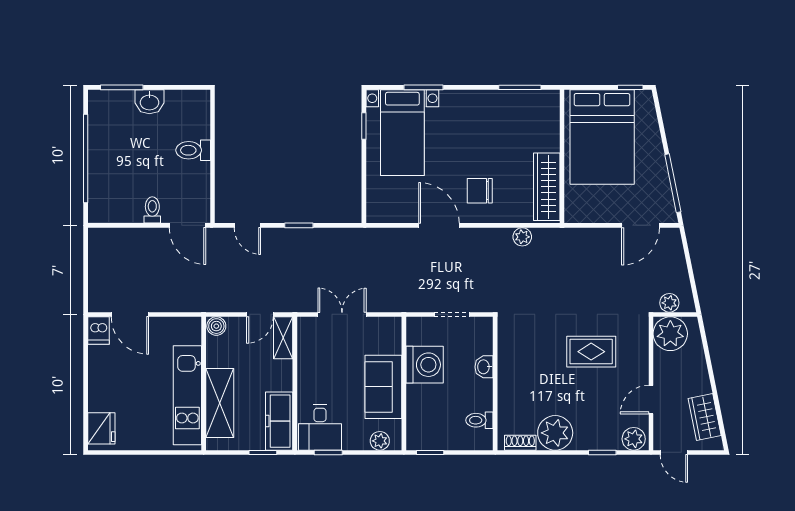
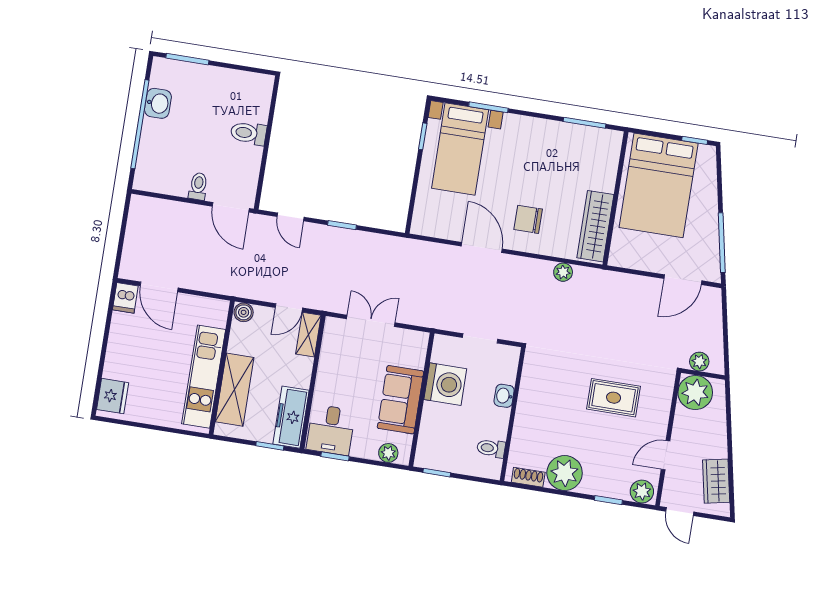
washbasin: (149, 102) -> (158, 103), moved, turned -90

